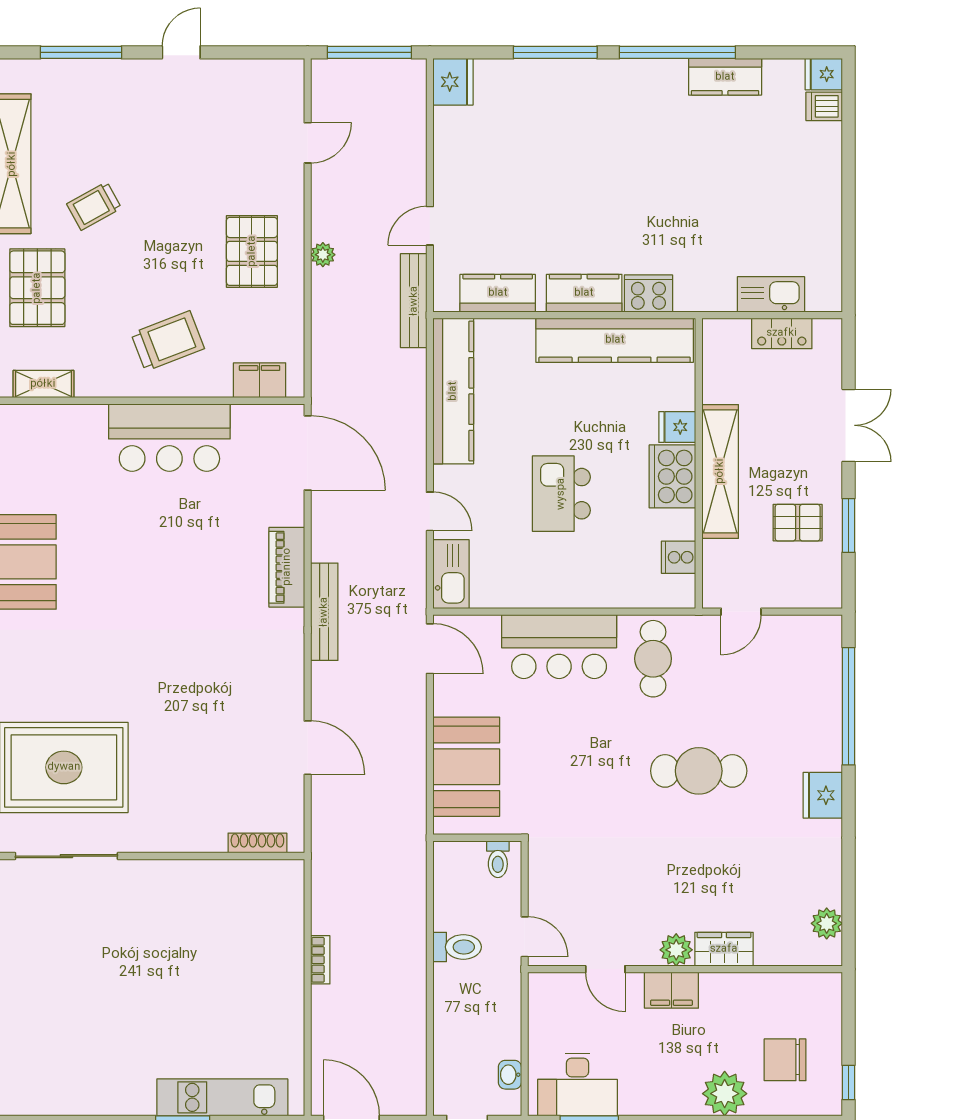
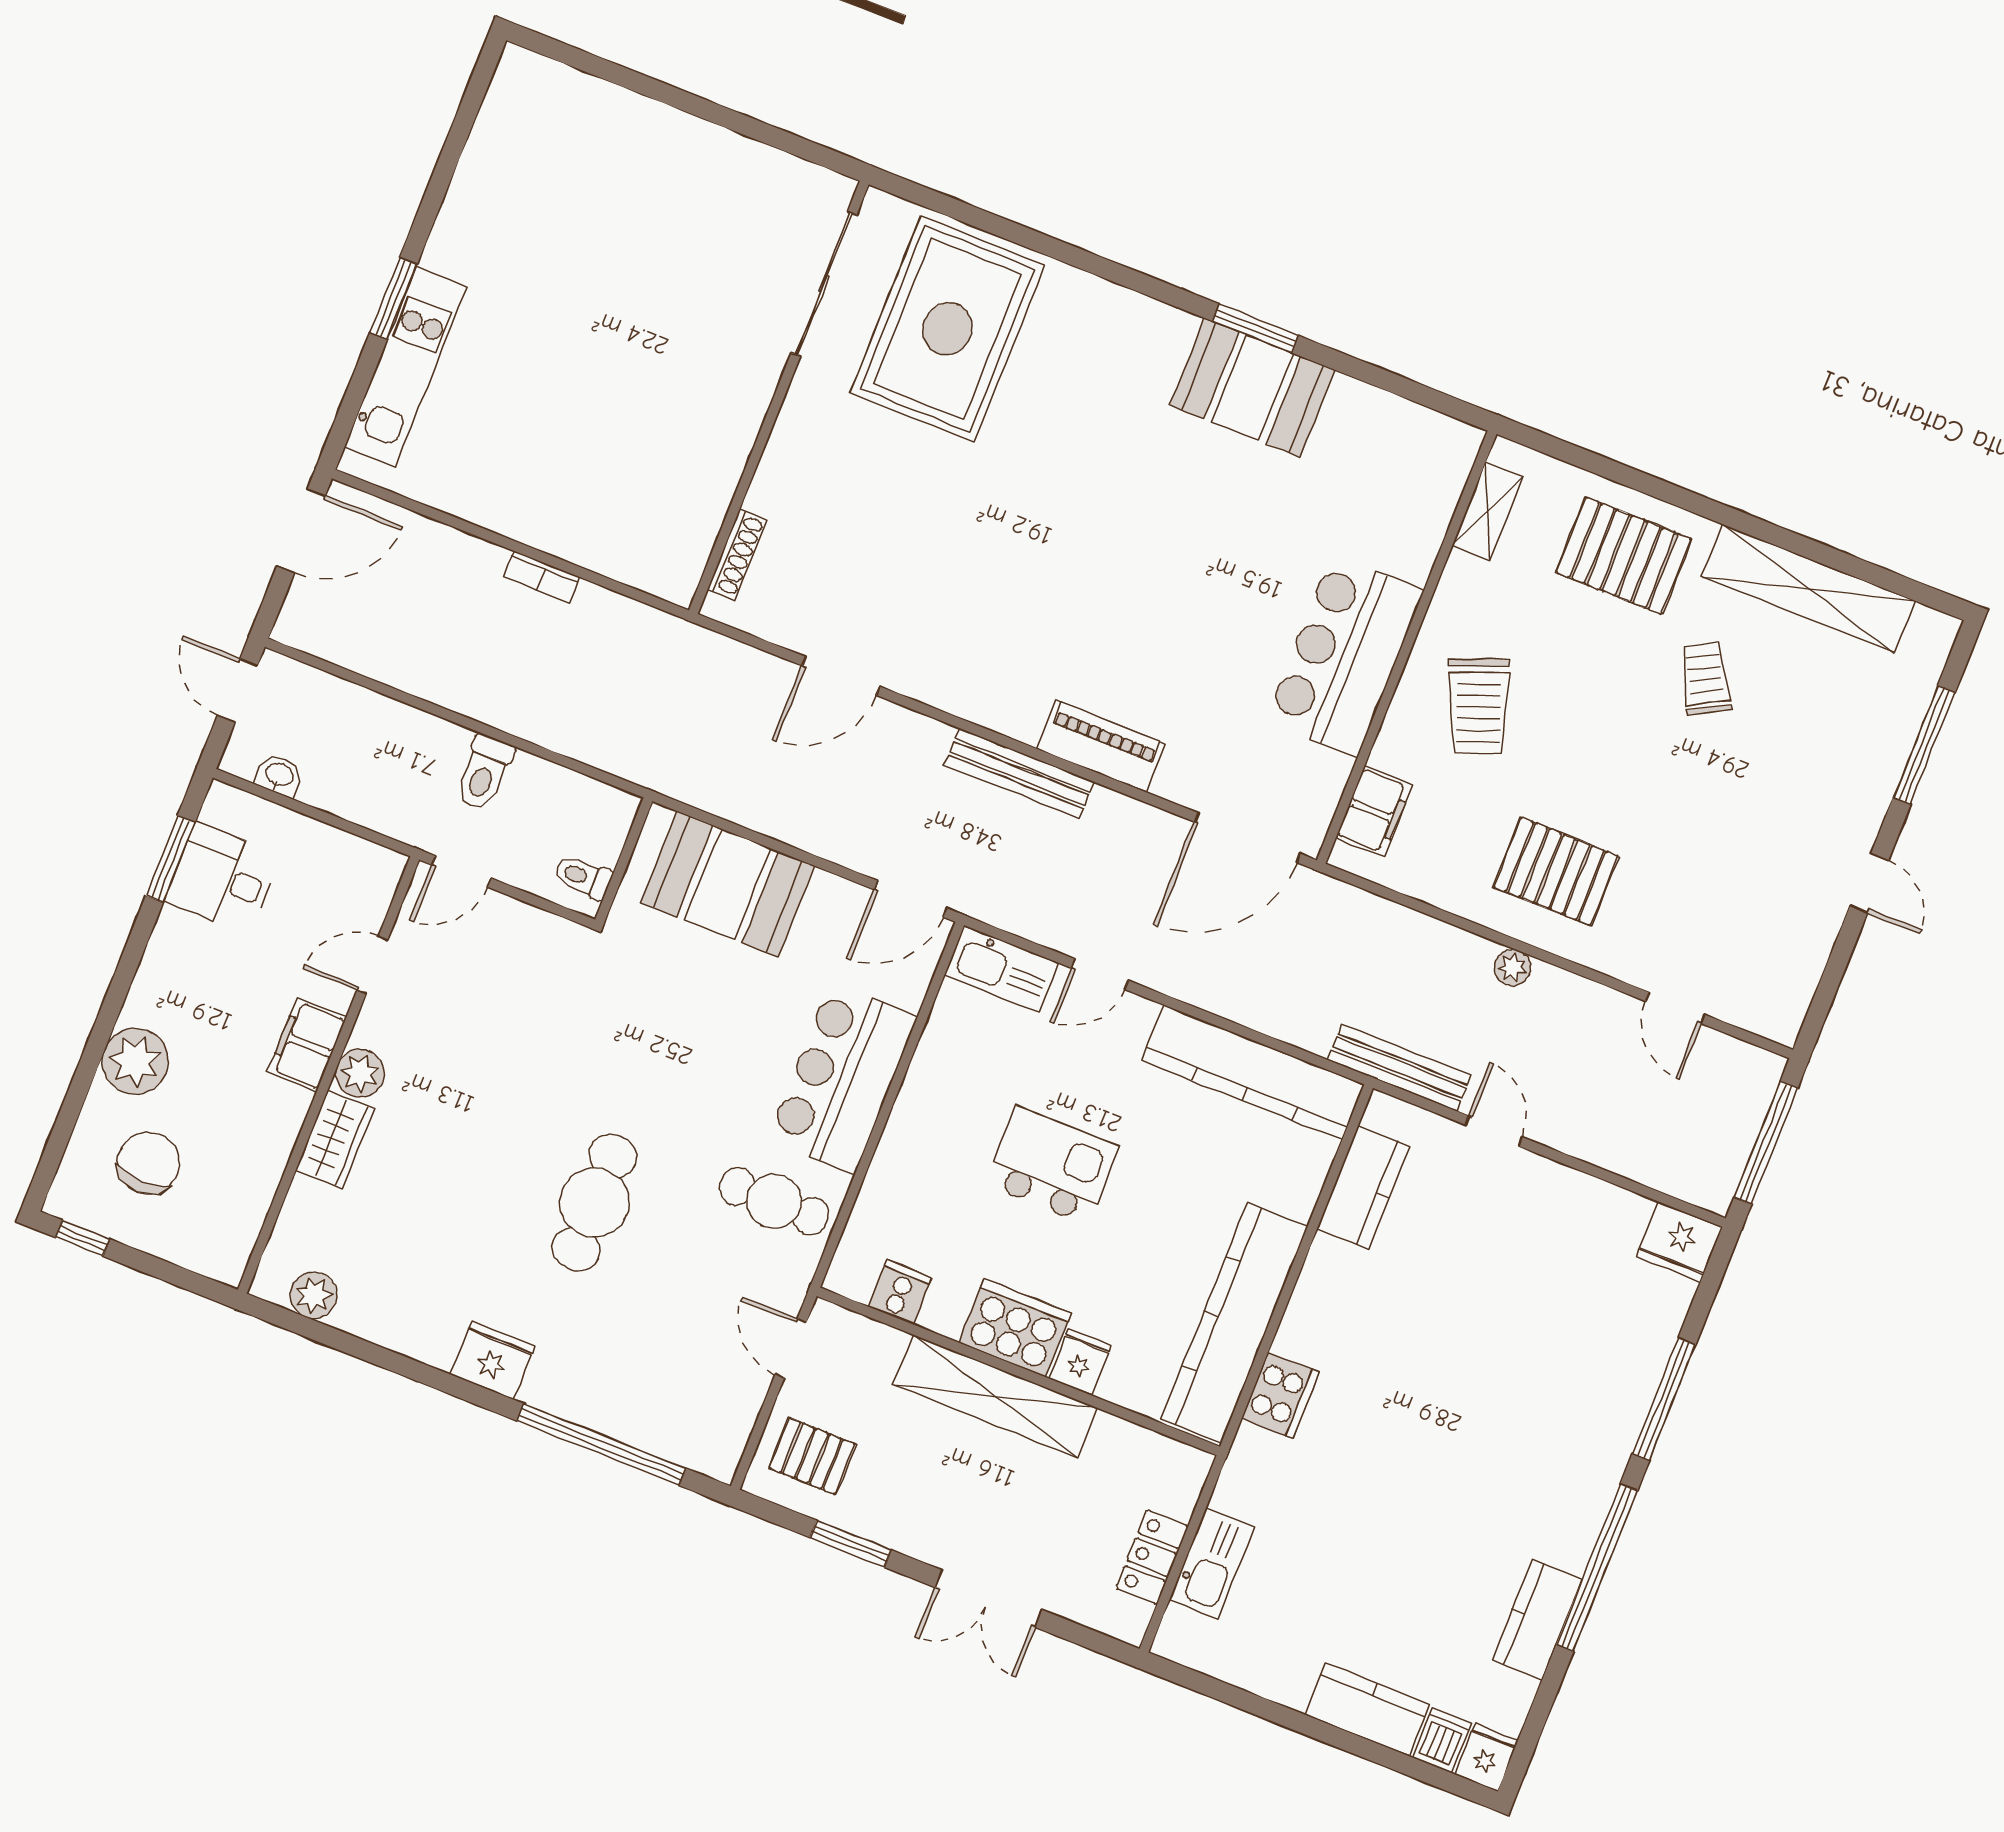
kitchen counter: (584, 293) -> (1367, 1709), moved, turned -90
pallet: (798, 523) -> (812, 1456), moved, turned 90
desk: (577, 1084) -> (223, 878), width x0.73

